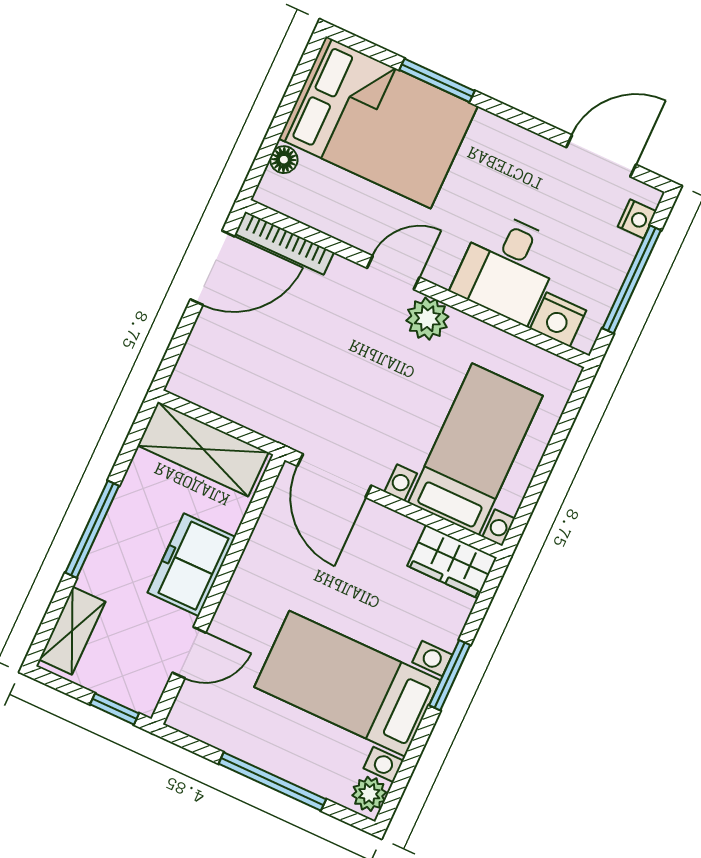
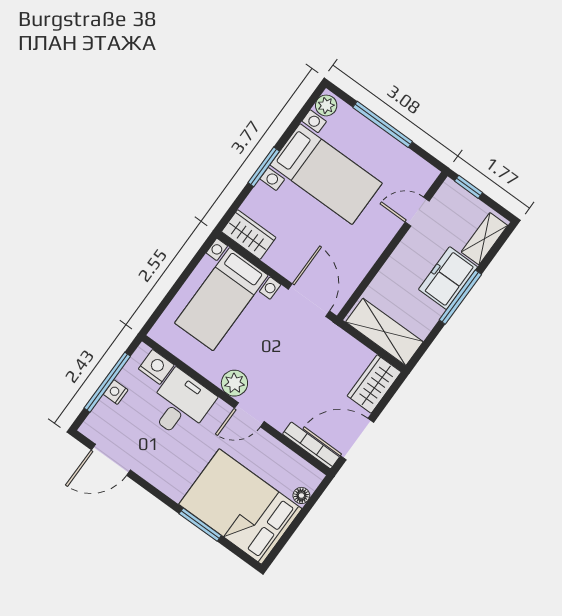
nightstand: (637, 219) -> (116, 392), moved
wardrobe: (203, 362) -> (374, 384), added
freezer: (191, 565) -> (448, 278), moved, turned 180

